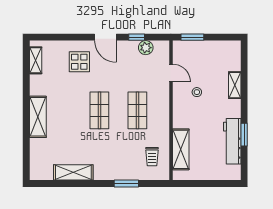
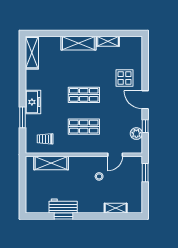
door: (105, 37) -> (145, 100), hinge flipped
shelving: (36, 60) -> (108, 41), moved
shelving: (235, 85) -> (116, 208), moved
workbench: (232, 141) -> (63, 206), width x0.73
freezer: (108, 171) -> (33, 102), added
shelving: (73, 172) -> (32, 53), moved

